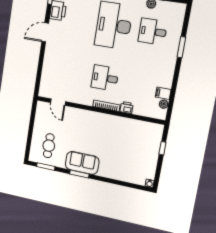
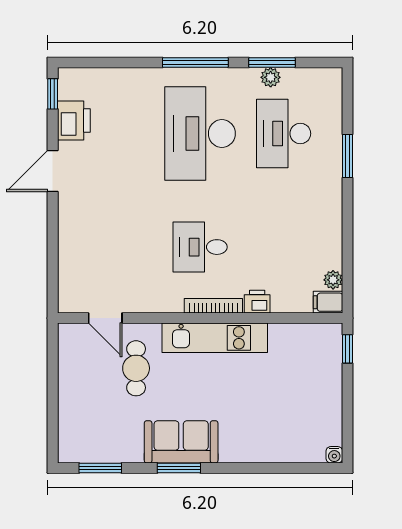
desk: (153, 32) -> (284, 134), width x1.37
filing cabinet: (163, 93) -> (328, 302), moved
kitchen unit: (105, 120) -> (215, 338), added
cafe table: (49, 146) -> (136, 368), moved
window: (162, 148) -> (348, 349), moved

